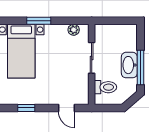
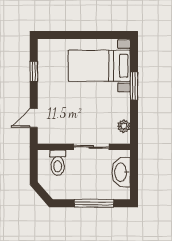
washbasin: (129, 65) -> (121, 172), moved, turned -90
window: (141, 67) -> (94, 203), moved

